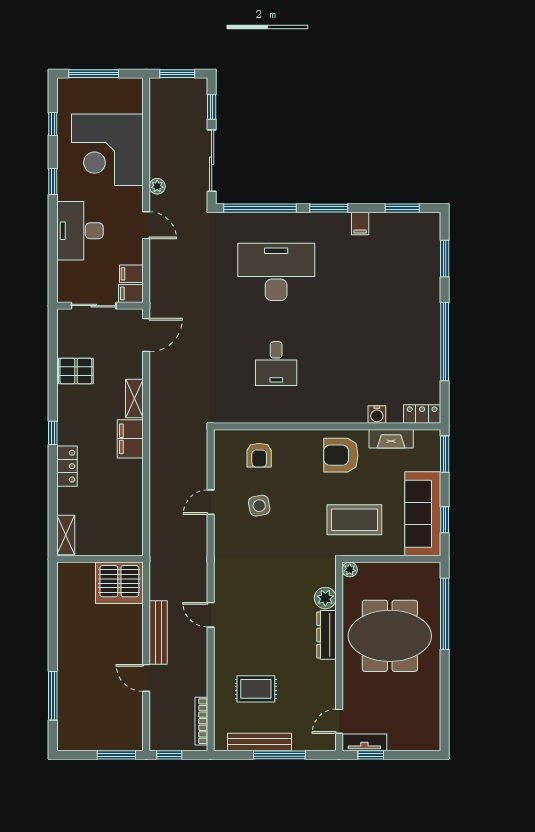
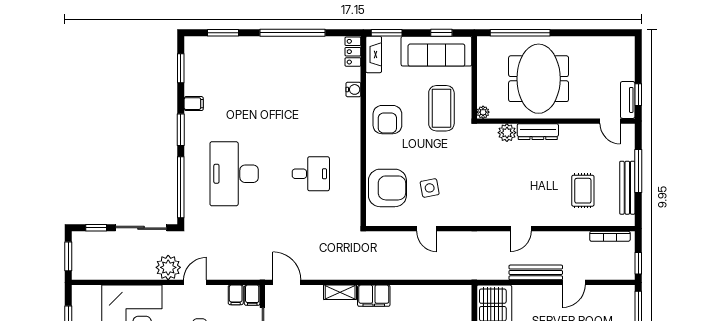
plant: (157, 186) -> (168, 267), width x1.87, depth x1.87
fireplace: (391, 439) -> (374, 54), moved
armchair: (259, 455) -> (387, 188), width x1.88, depth x1.88

